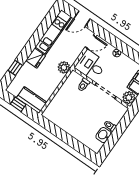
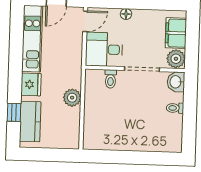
plant: (64, 67) -> (72, 98), moved
kitchen counter: (32, 100) -> (30, 122), moved, turned 90
window: (18, 104) -> (46, 155), removed
washbasin: (103, 135) -> (176, 82), moved

